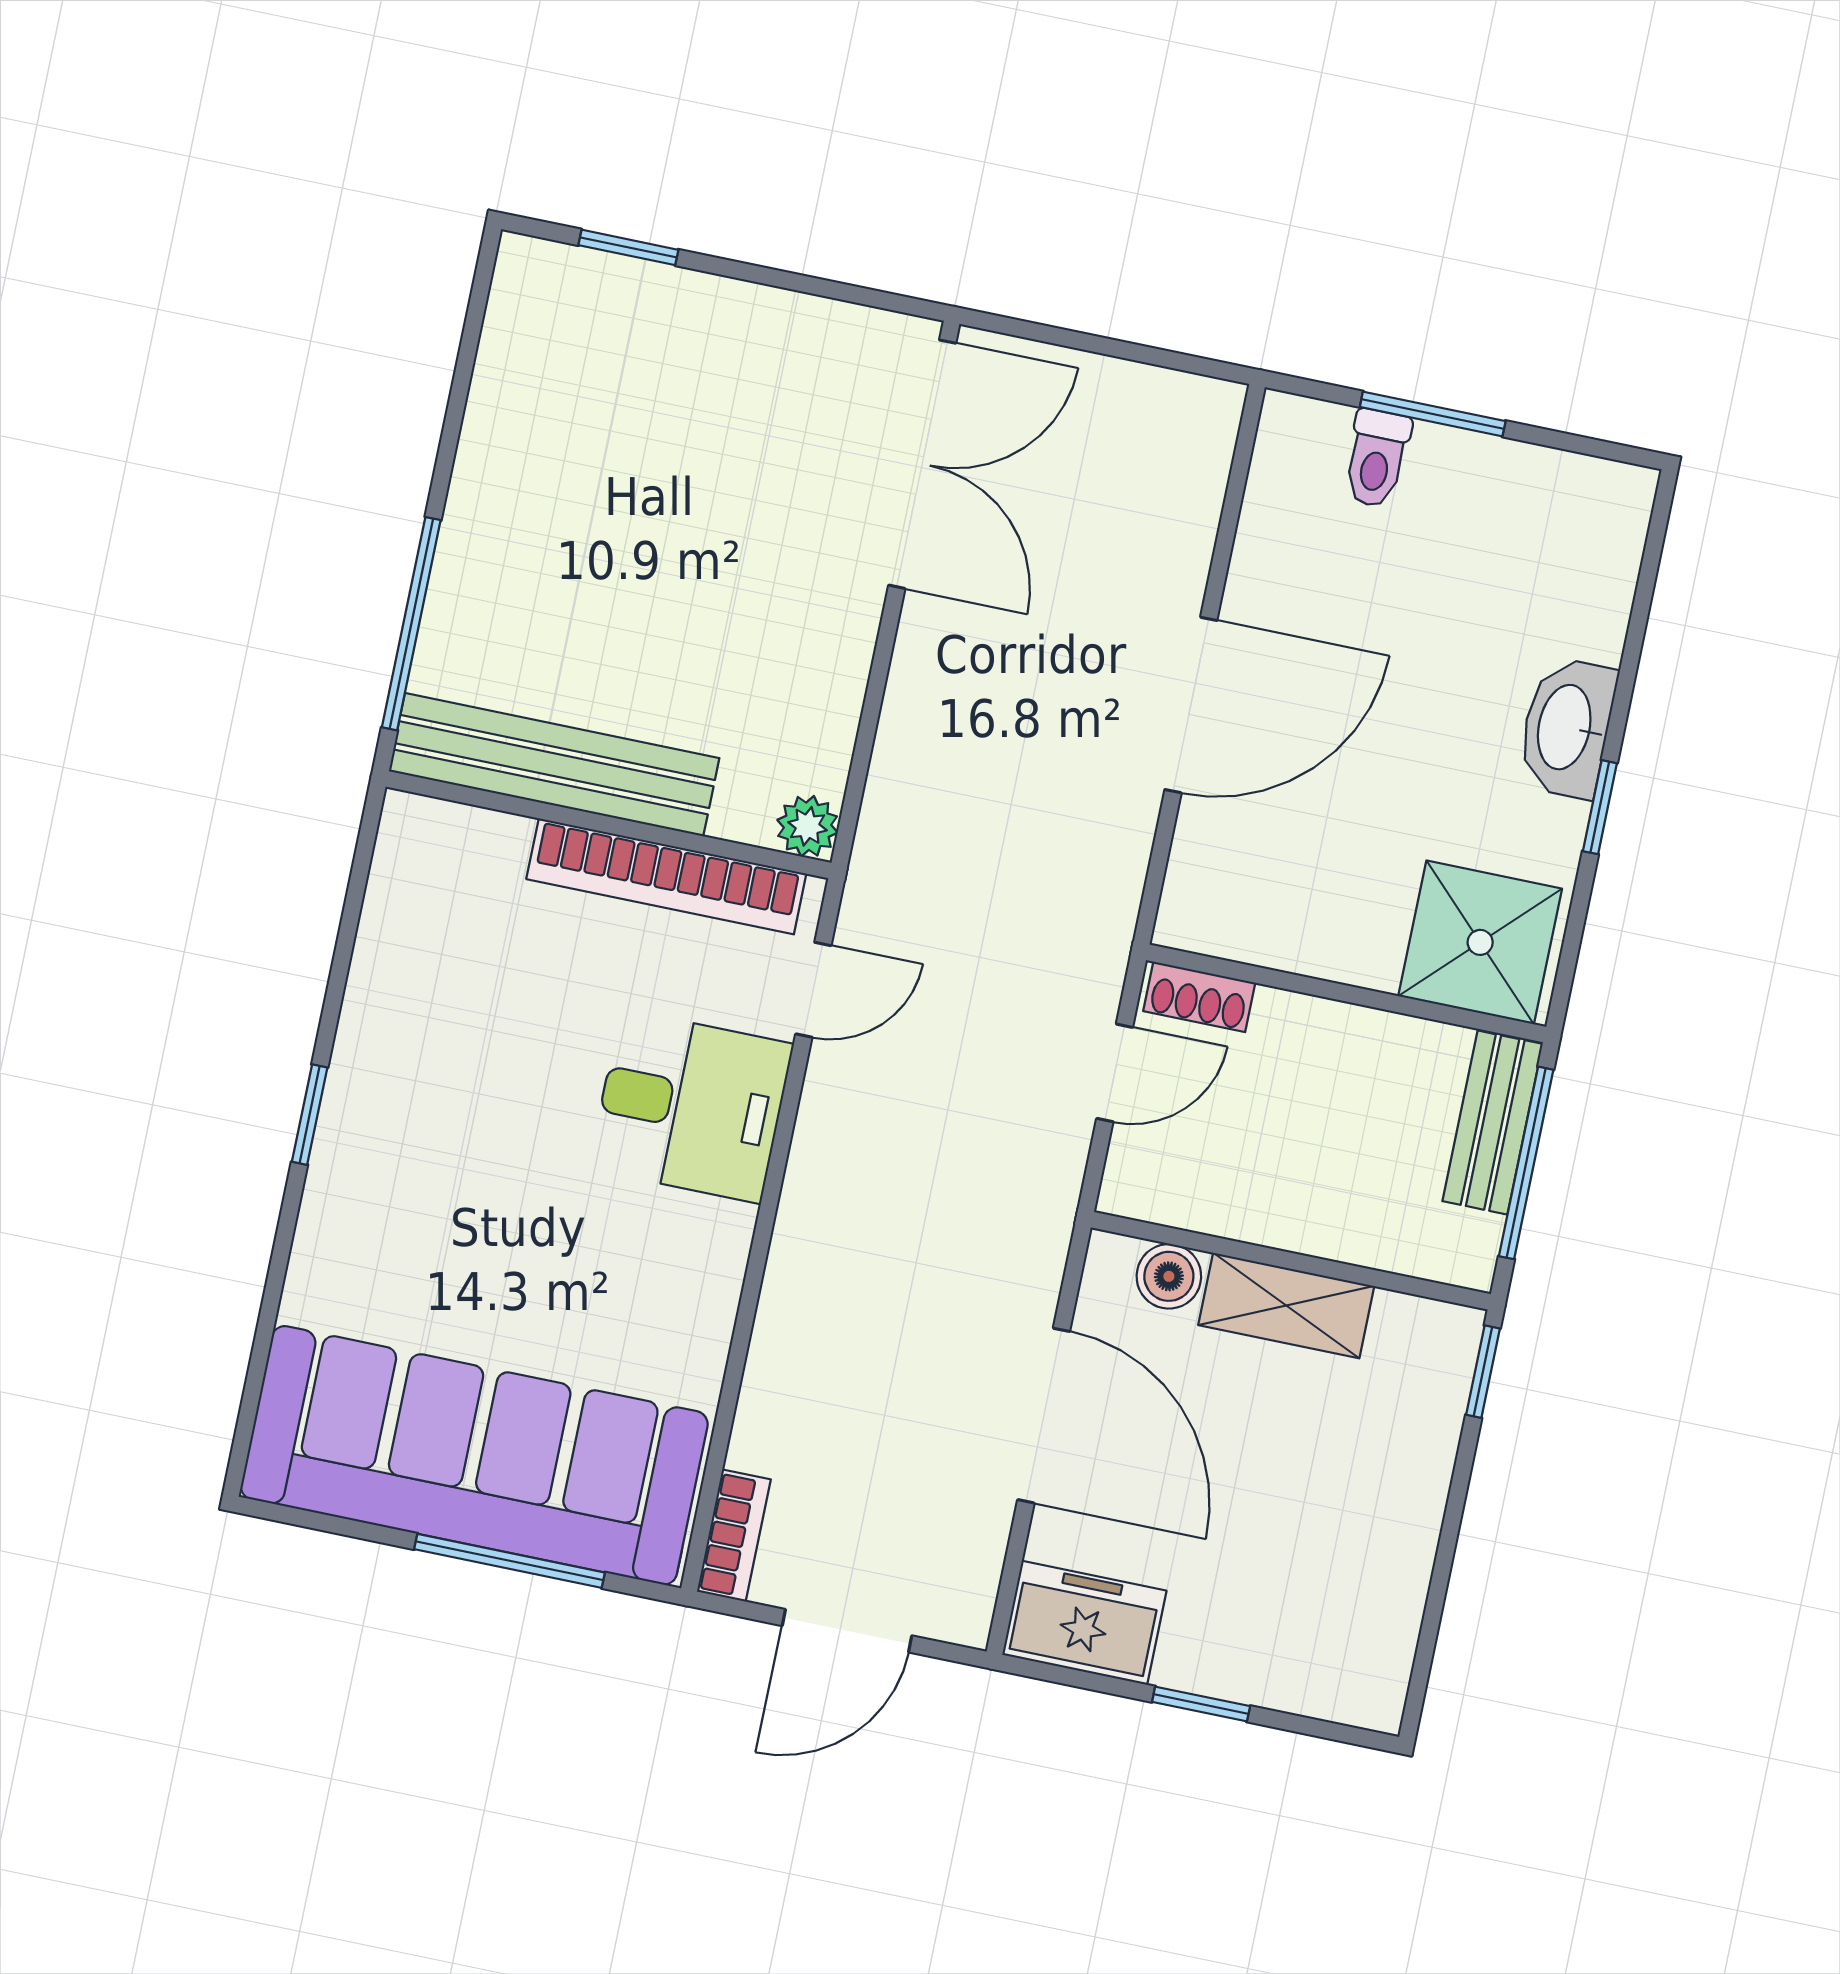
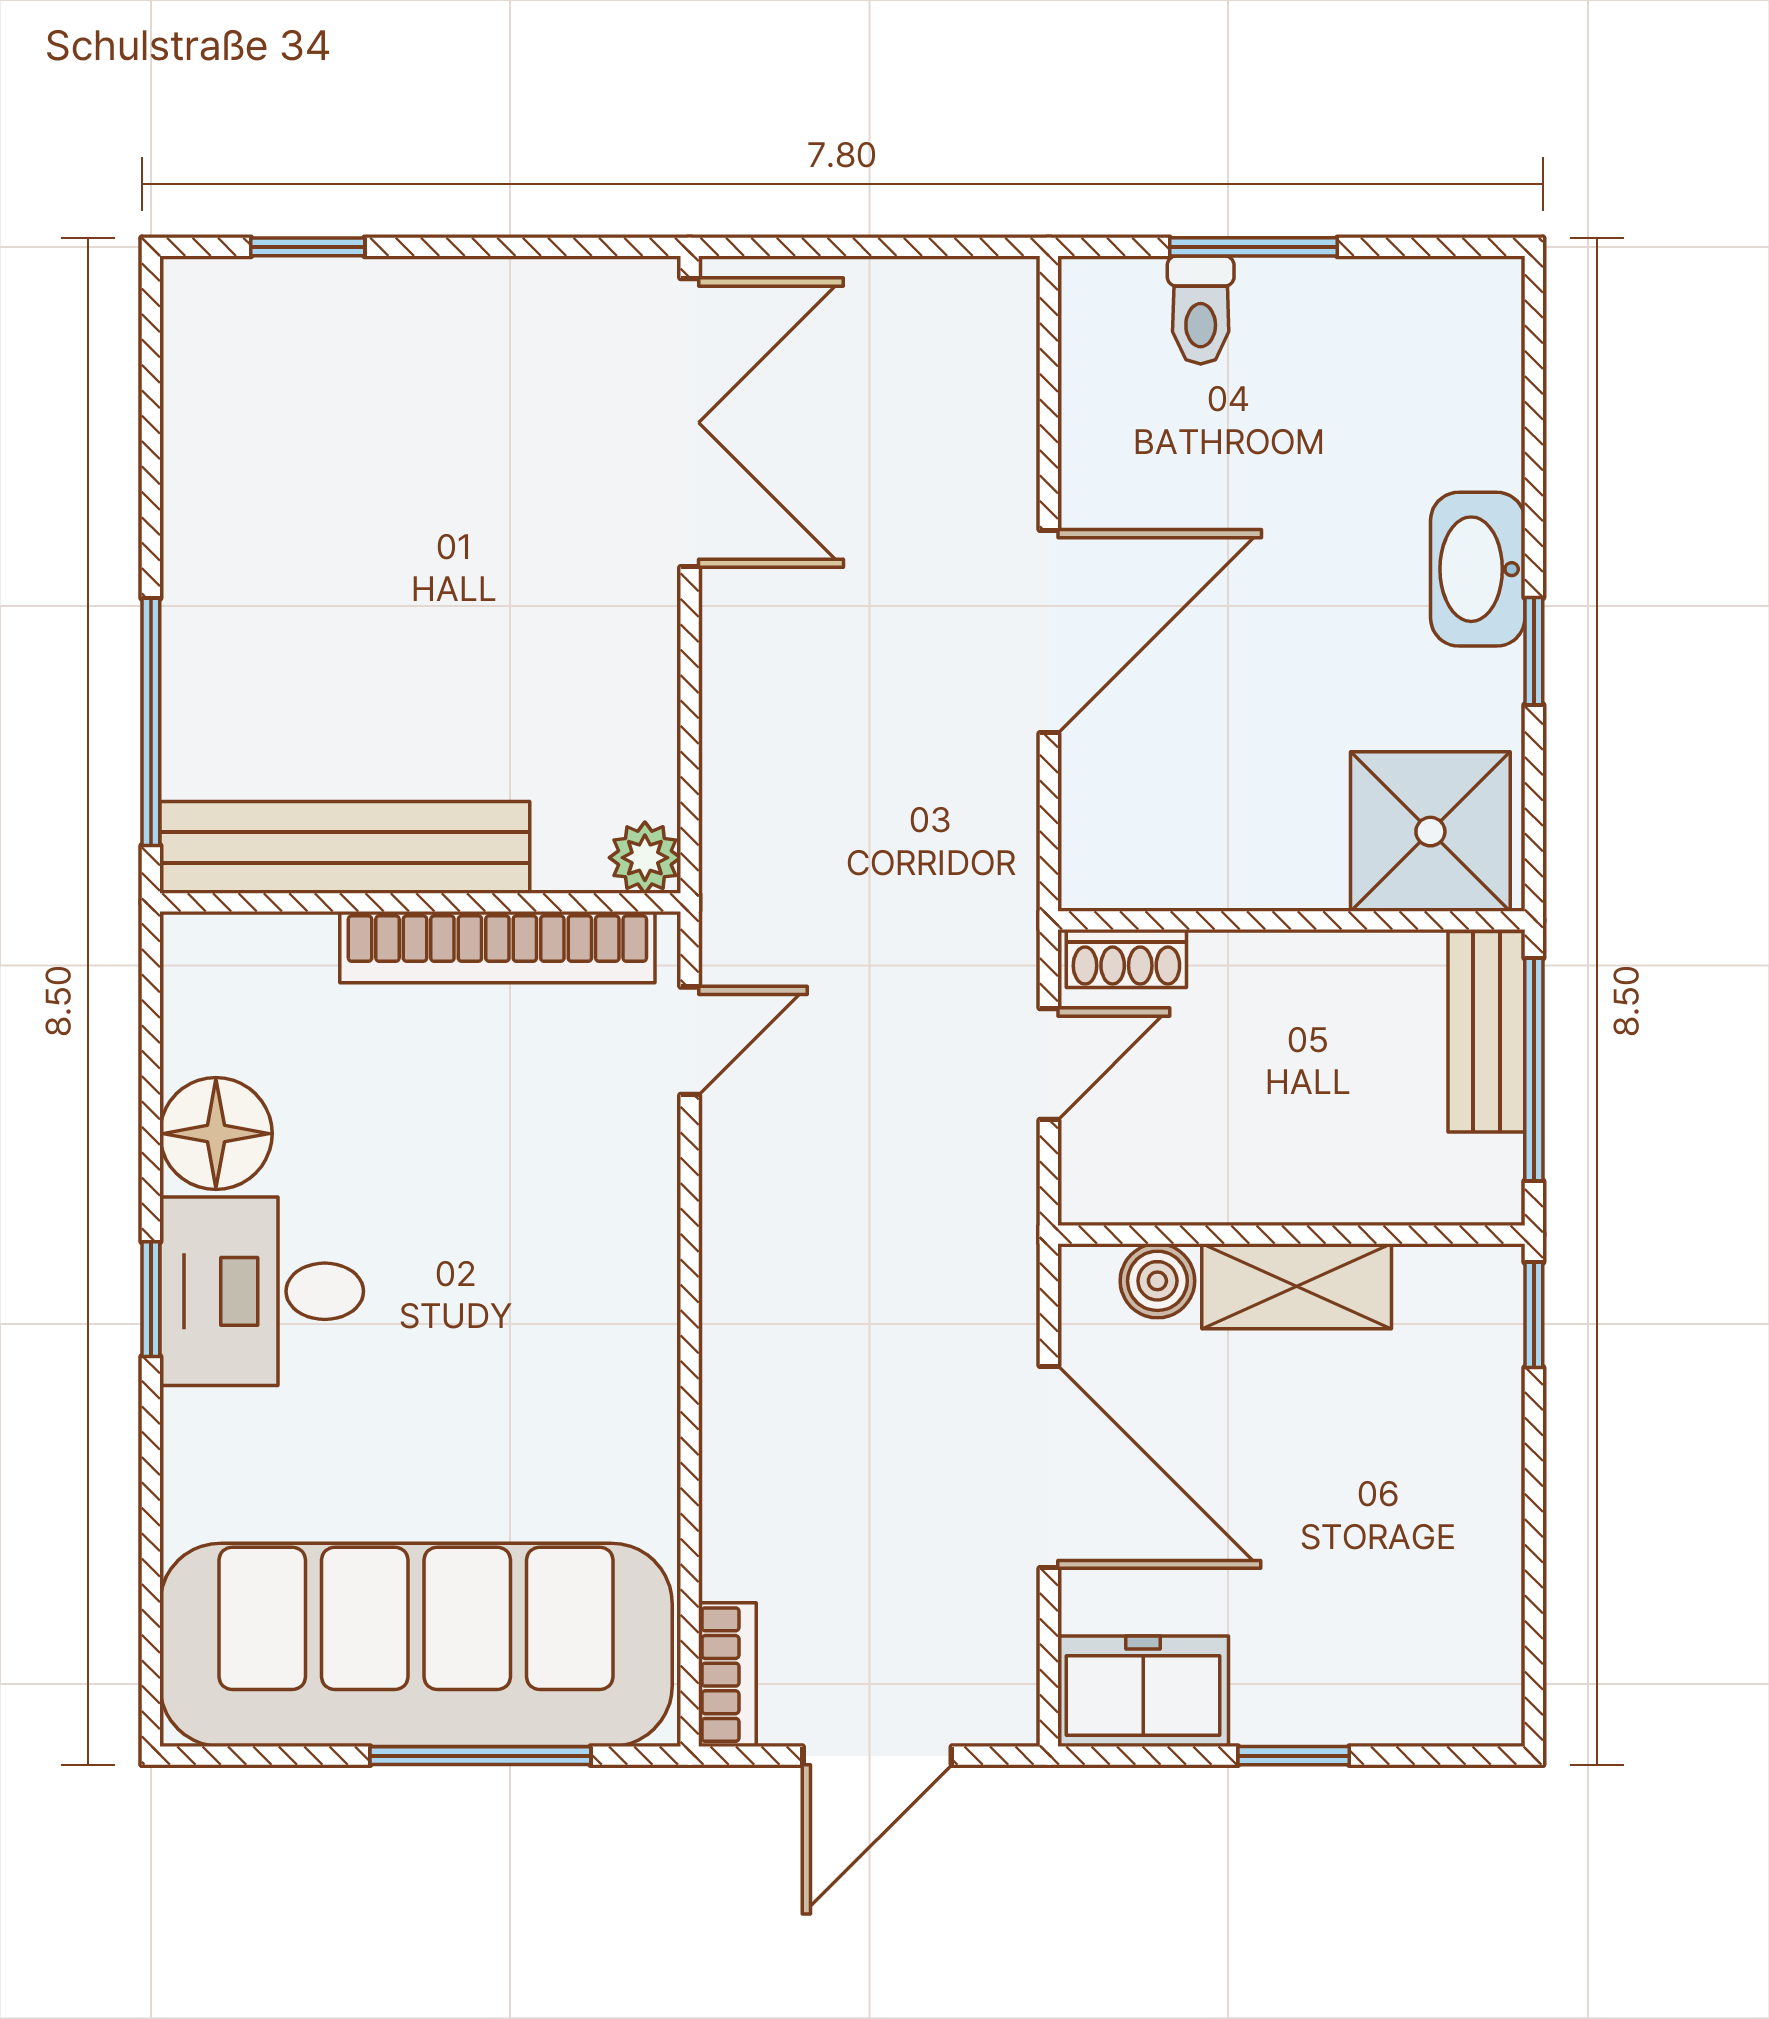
floor lamp: (394, 985) -> (216, 1134), added
desk: (691, 1106) -> (262, 1291), moved, turned 180

